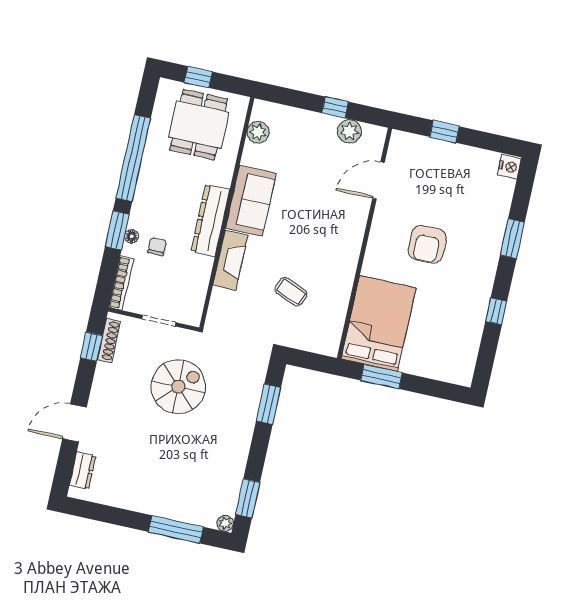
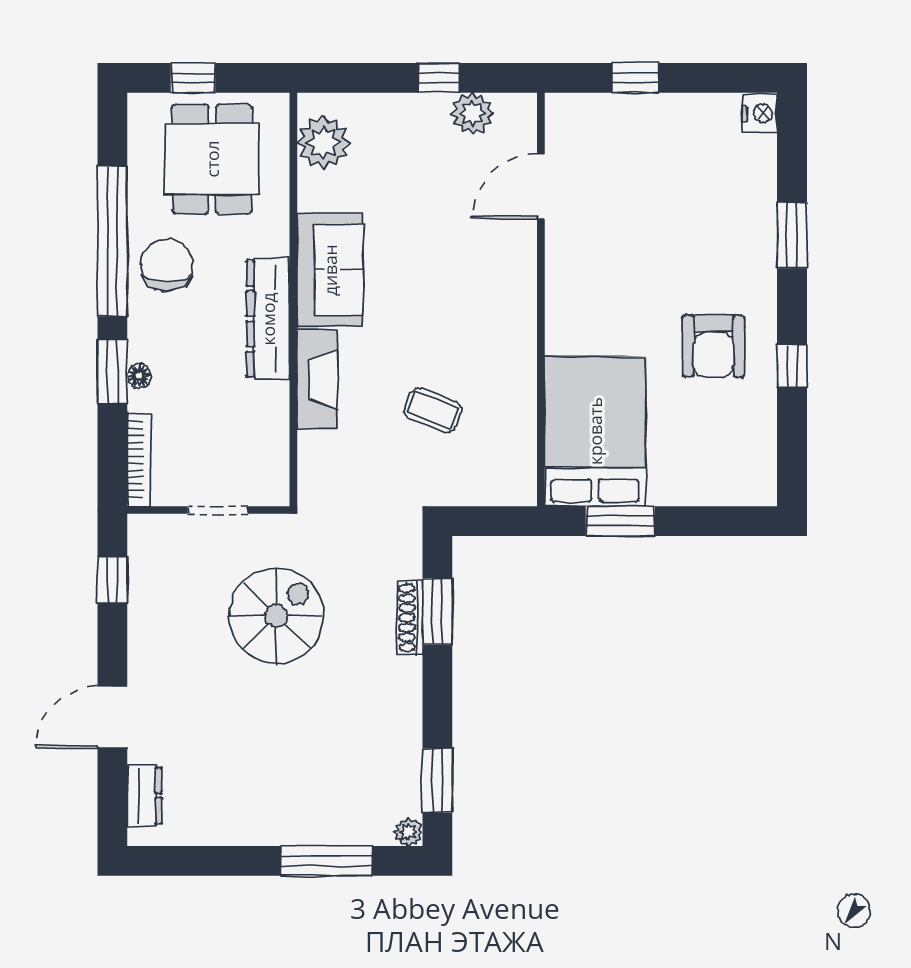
plant: (258, 132) -> (323, 143), width x1.36, depth x1.36
armchair: (427, 244) -> (713, 346), moved
chair: (157, 247) -> (167, 265), moved, width x1.87, depth x1.87
shoe rack: (109, 341) -> (410, 618), moved, turned 180

